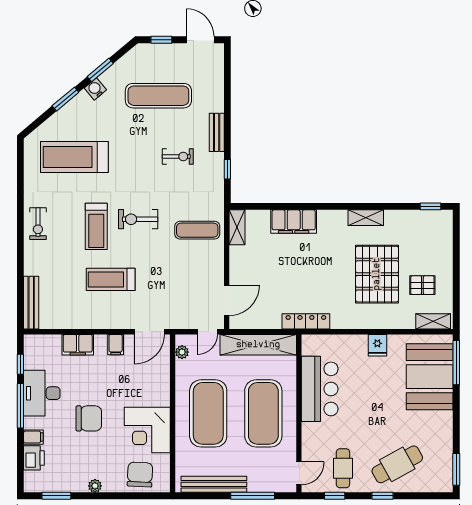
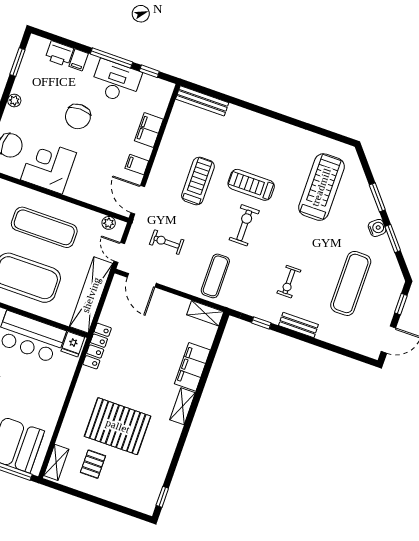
shelving: (366, 218) -> (182, 406), moved
exercise bike: (38, 224) -> (167, 242), moved
fridge: (377, 345) -> (73, 344), moved, turned -90
exercise mat: (208, 413) -> (44, 227), width x0.68

